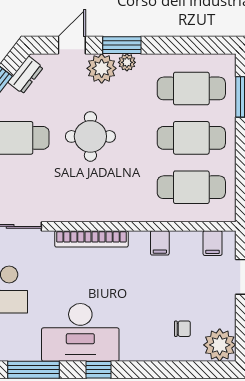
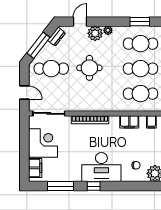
window: (122, 45) -> (140, 22), moved
filing cabinet: (160, 243) -> (129, 122), width x2.00
desk: (80, 332) -> (101, 167), moved

